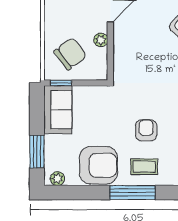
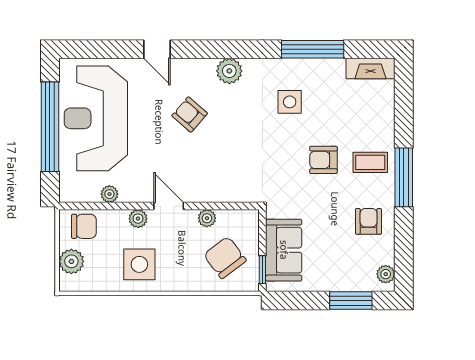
sofa: (58, 110) -> (284, 250), moved, turned 90
armchair: (98, 165) -> (369, 221), width x0.53, depth x0.53
coffee table: (144, 167) -> (370, 162), turned 90

